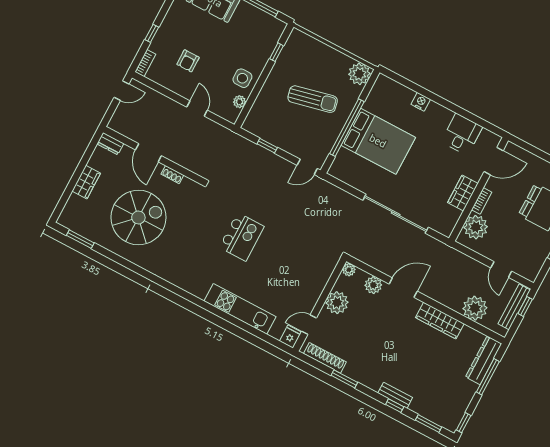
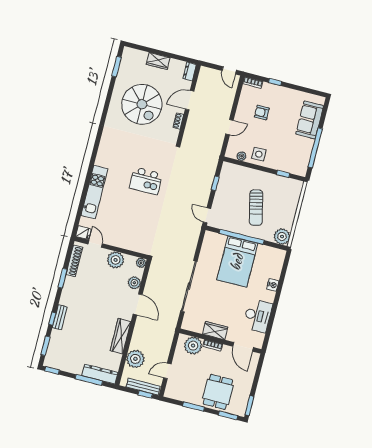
desk: (462, 134) -> (258, 316), width x1.37

